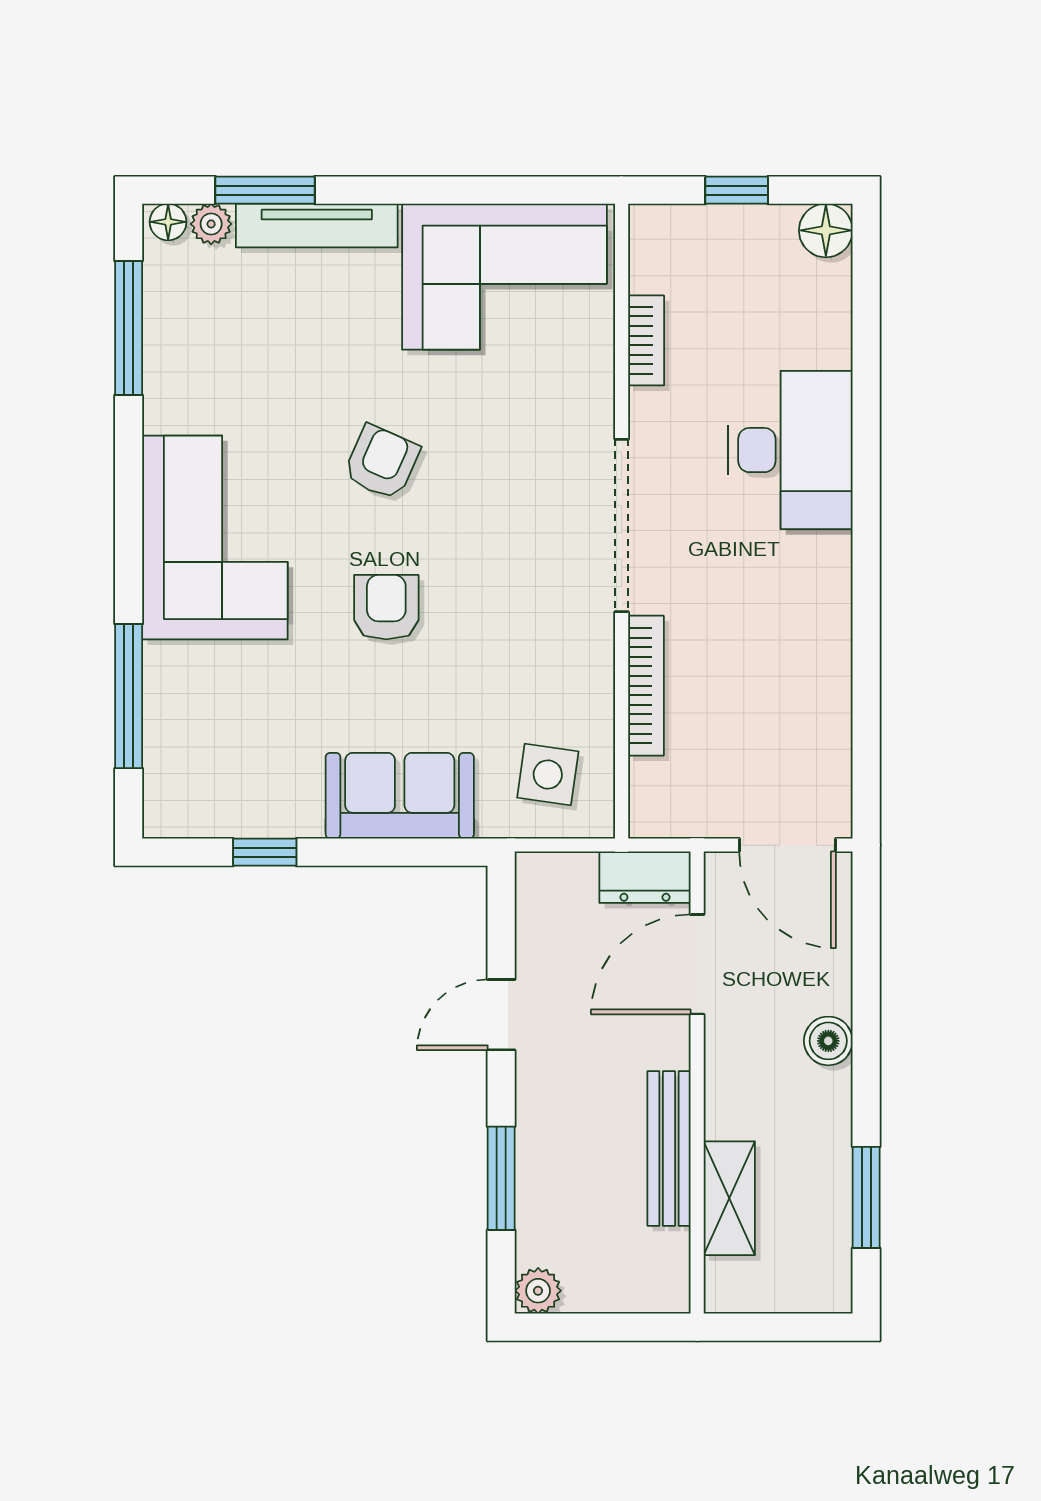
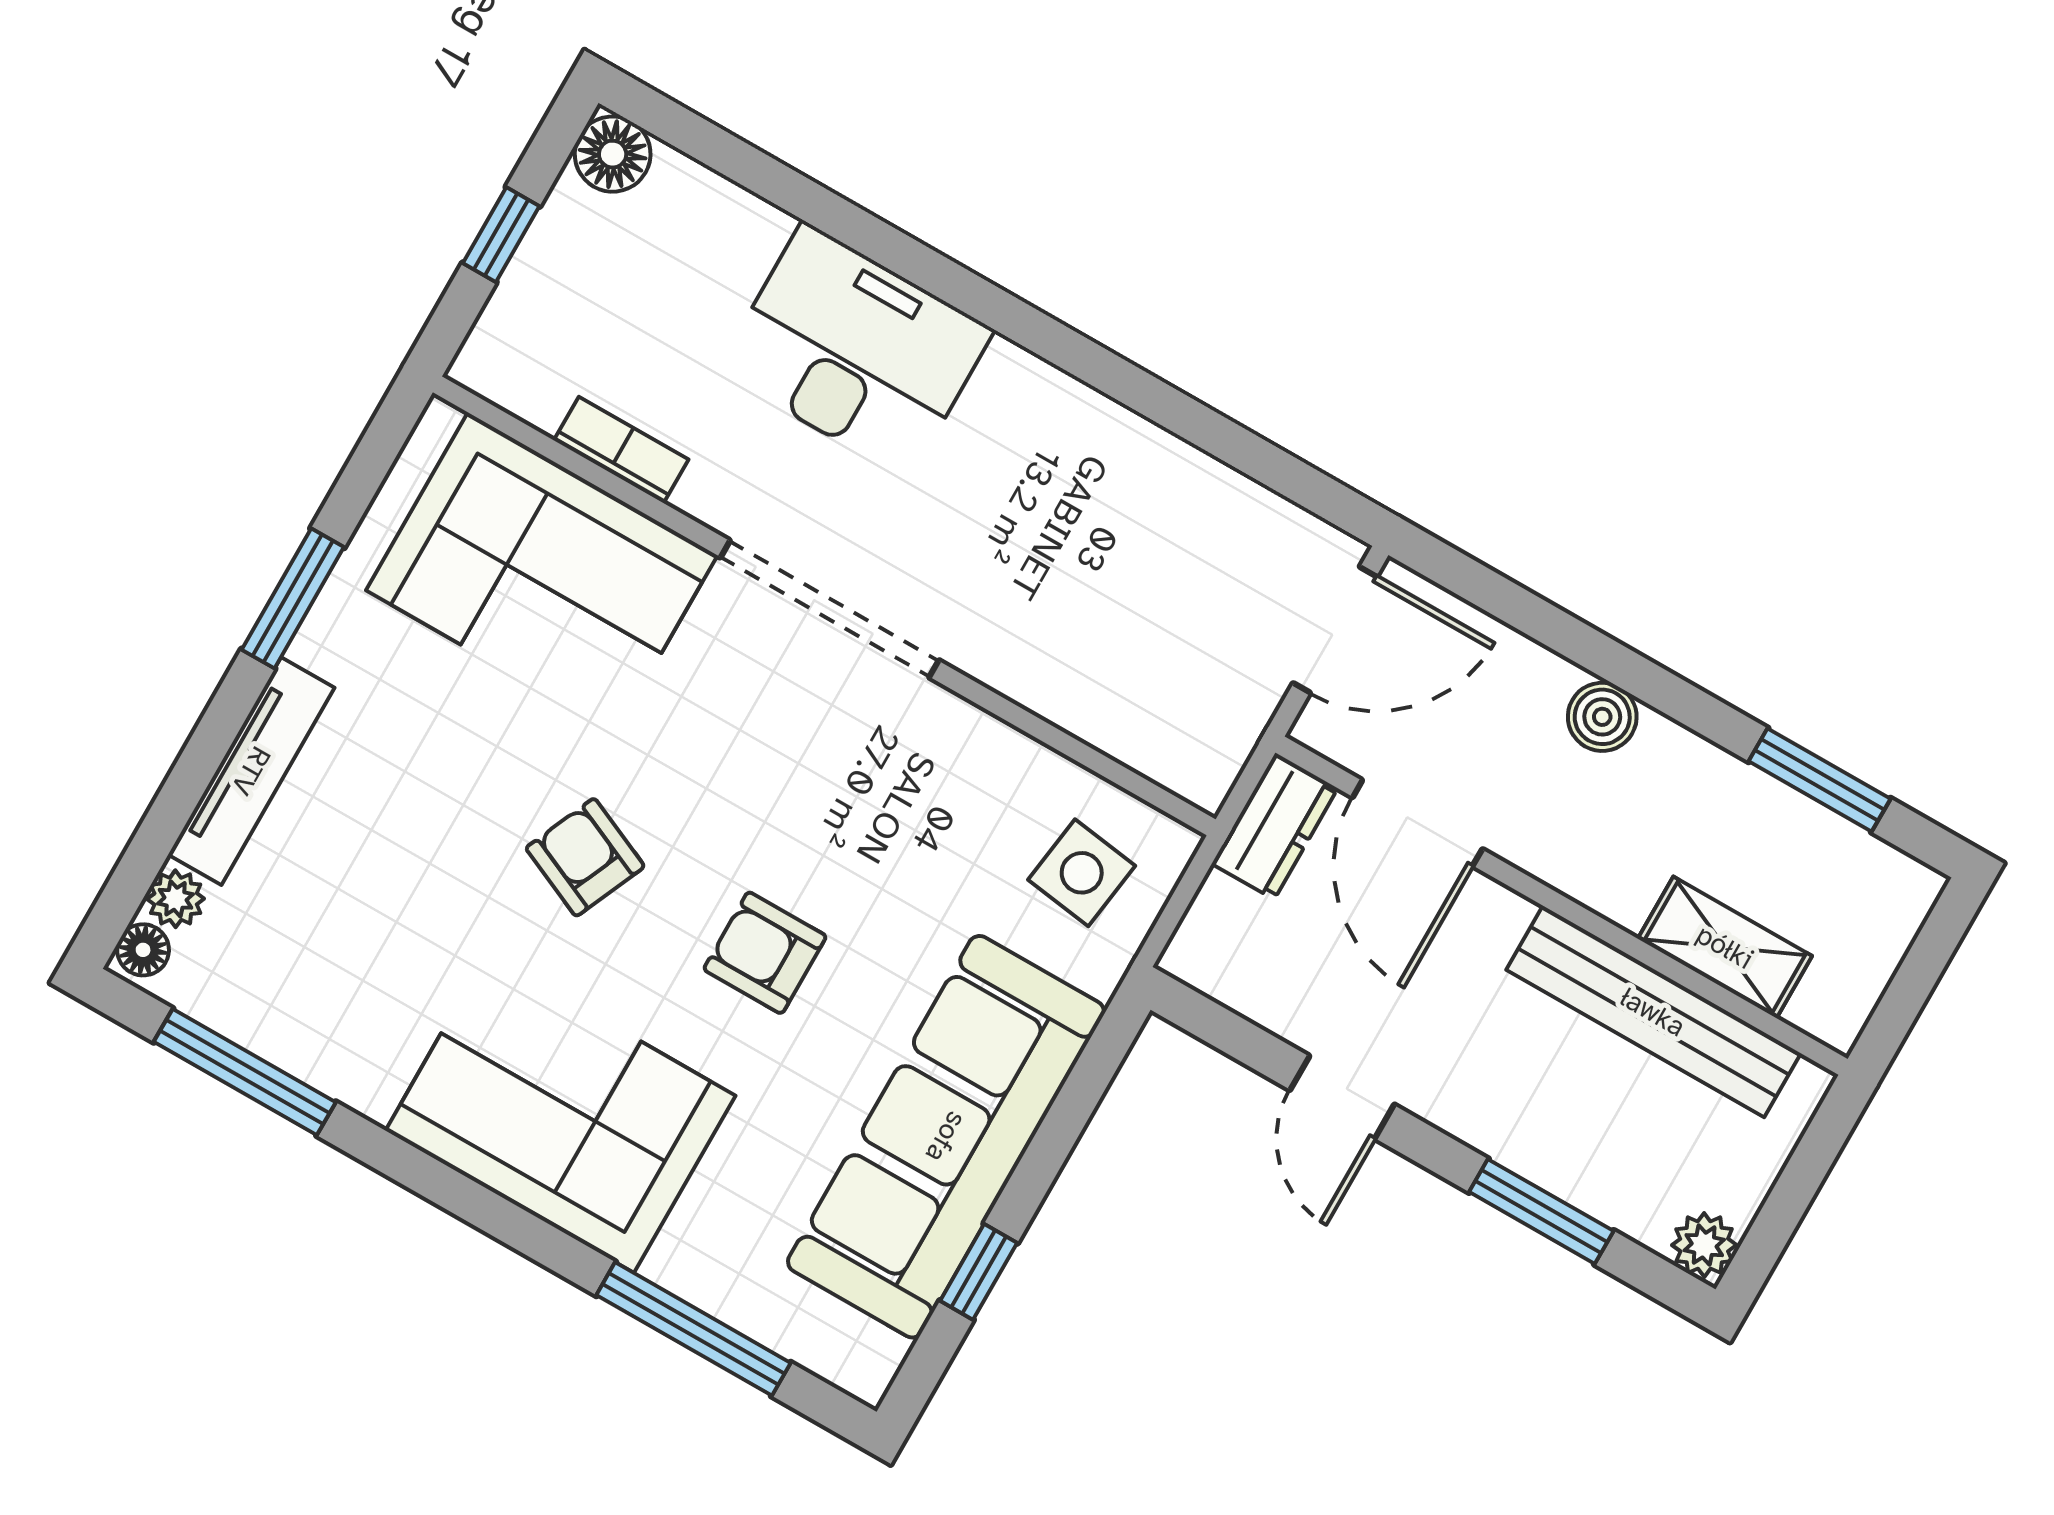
window: (265, 190) -> (293, 598), moved
corner sofa: (504, 277) -> (542, 573), moved, turned 90
bookcase: (646, 686) -> (1042, 691), removed
sofa: (400, 796) -> (946, 1137), width x1.85, depth x1.27
bench: (669, 1148) -> (1653, 1012), width x1.37, depth x1.21

